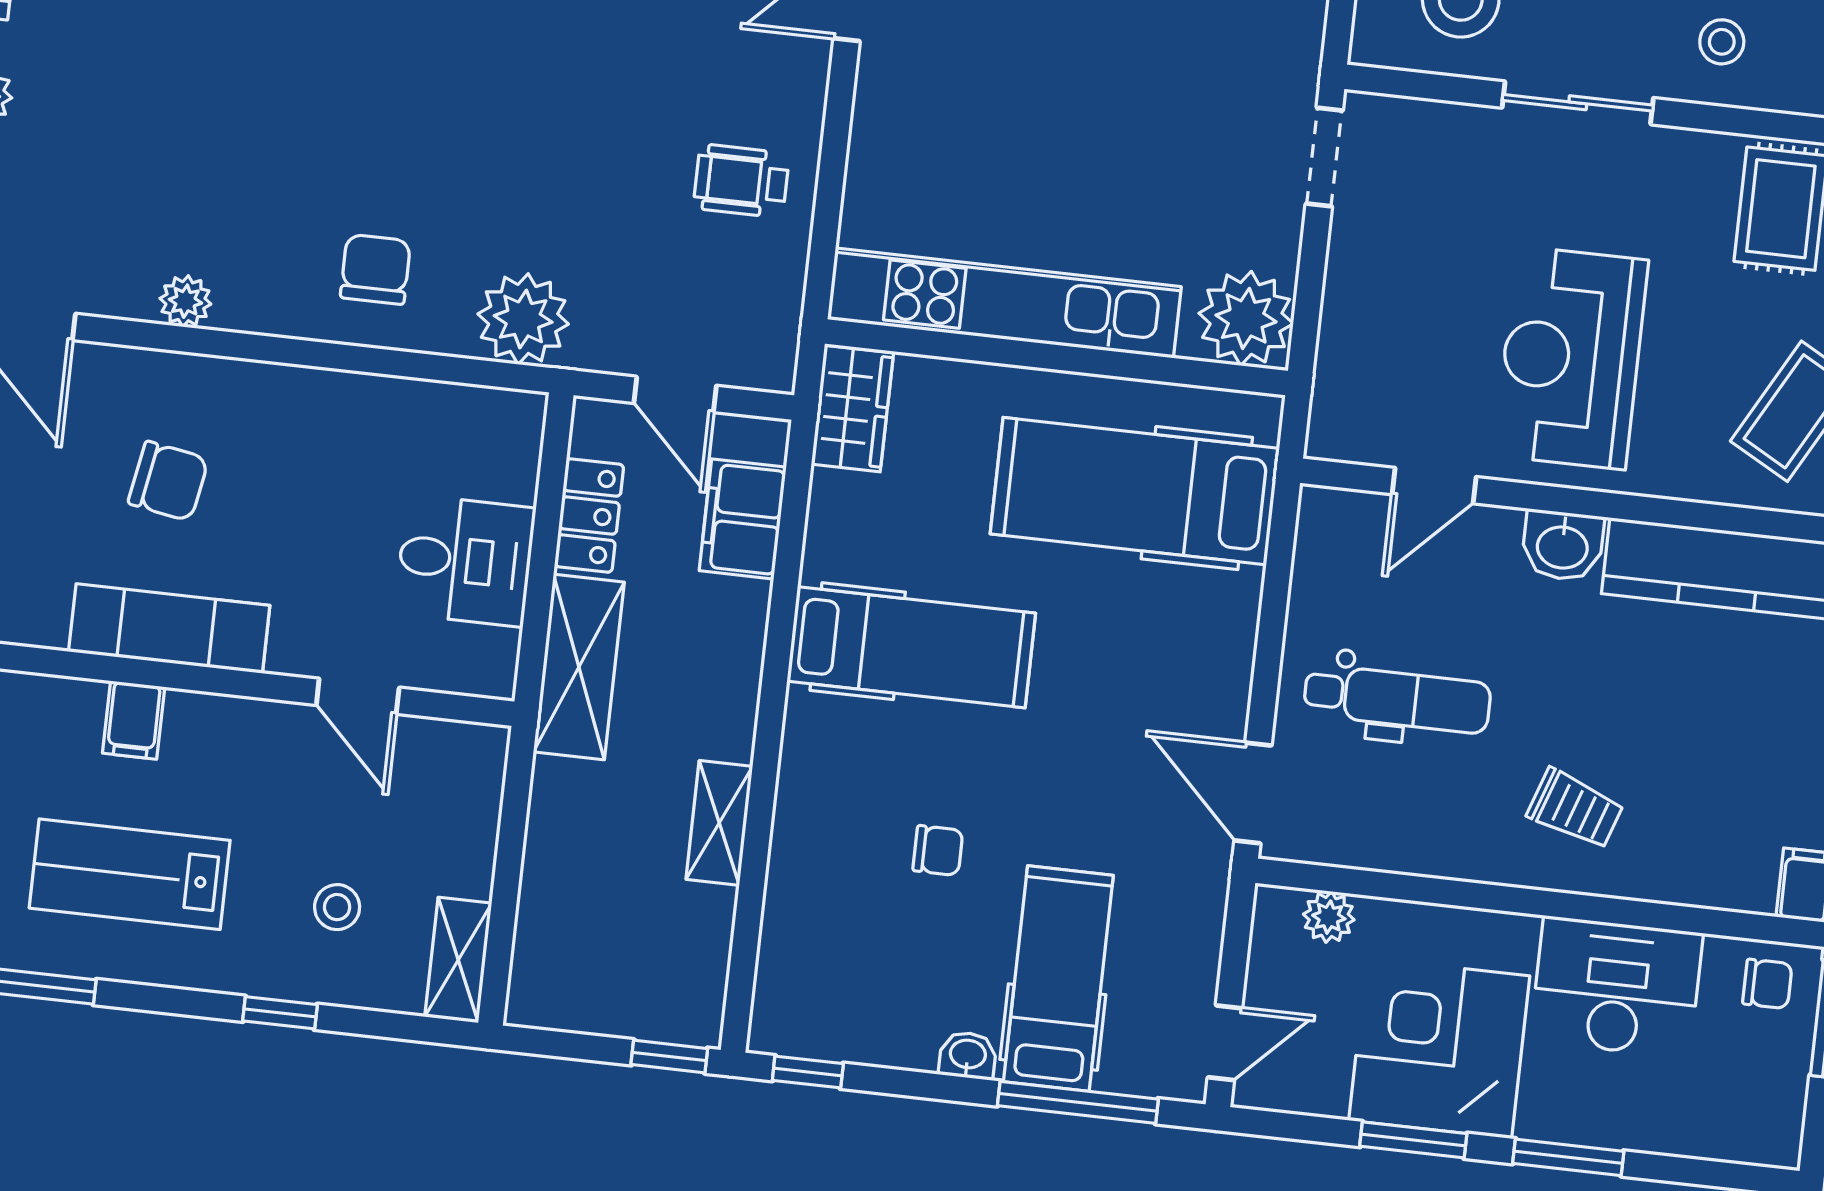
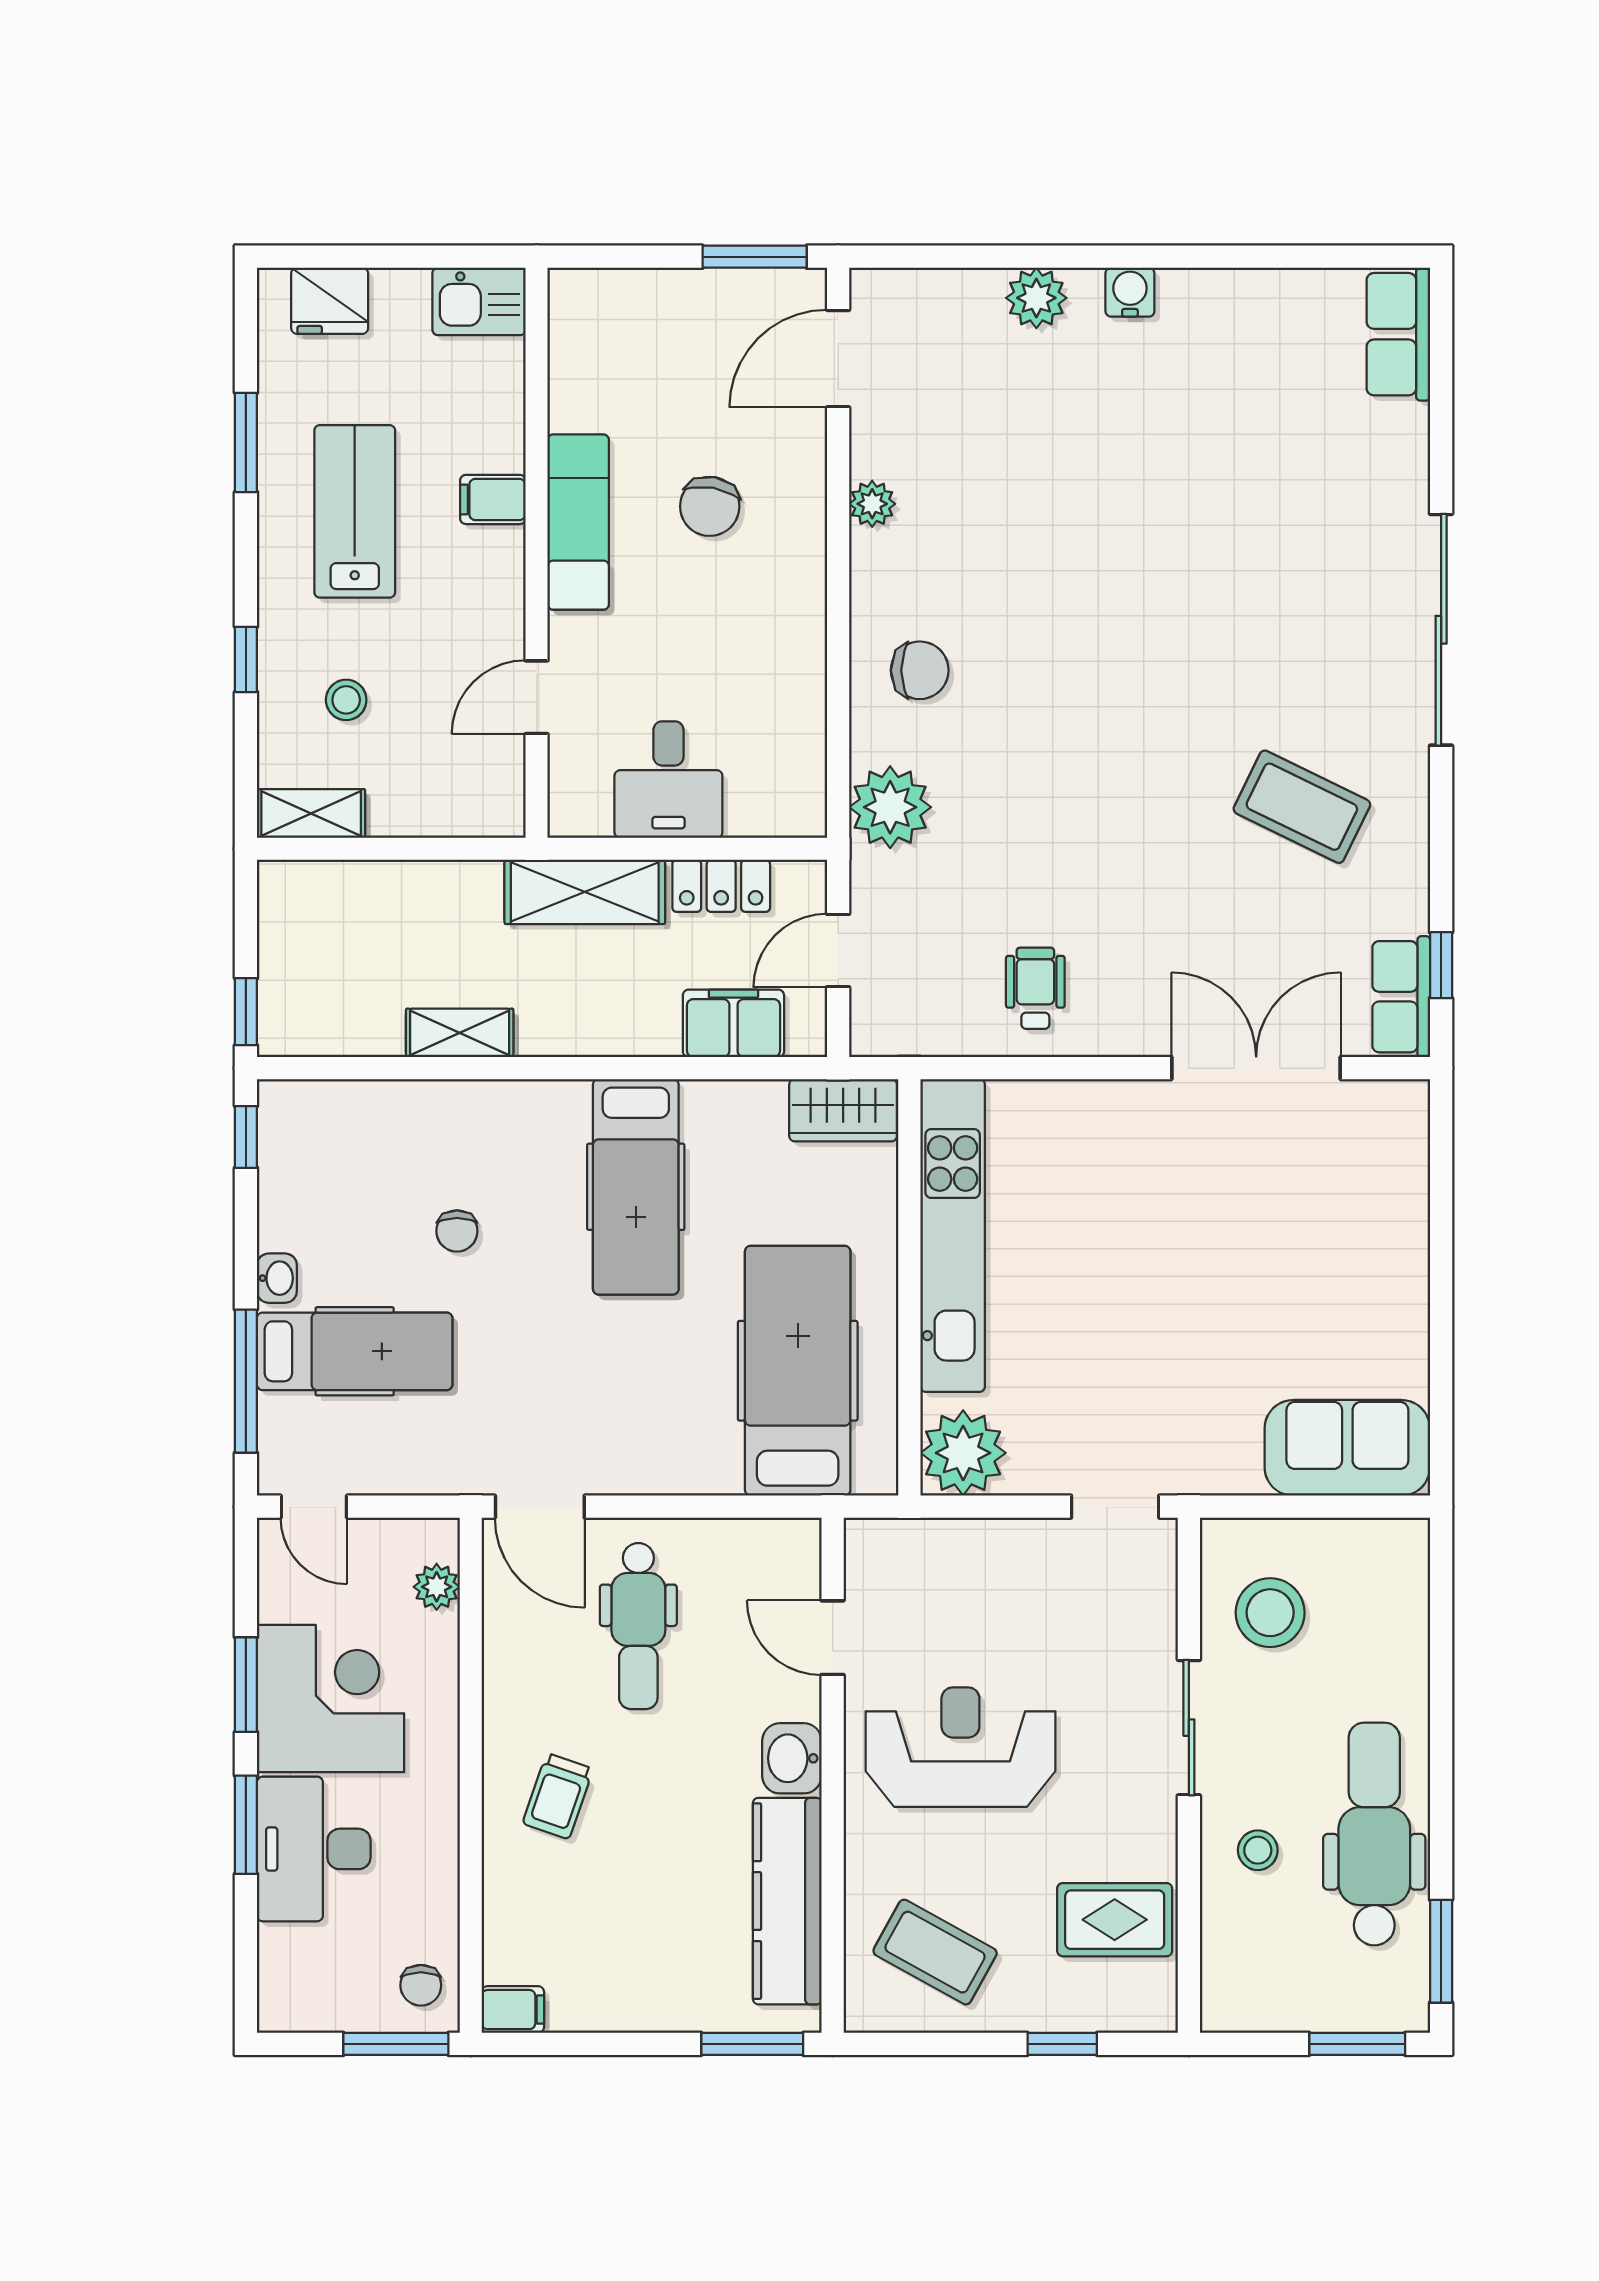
door: (1253, 793) -> (540, 1507), swing flipped
desk: (1617, 987) -> (314, 1849), moved, turned 180

